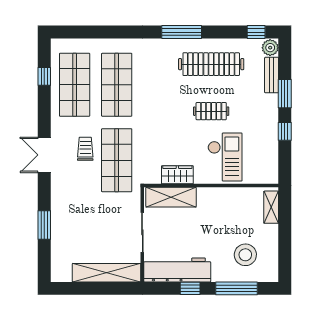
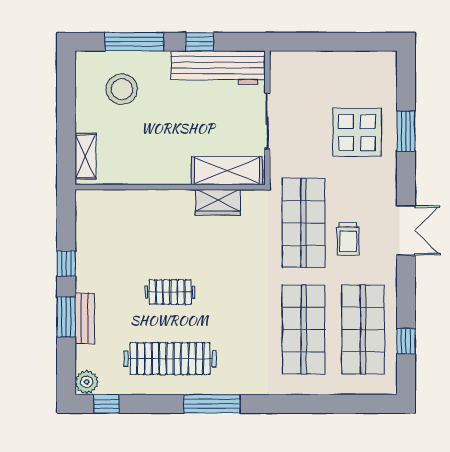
bench: (272, 75) -> (85, 318), moved
checkout: (225, 157) -> (150, 227), removed
display table: (79, 224) -> (357, 133), added
shelving: (107, 273) -> (318, 64), removed

